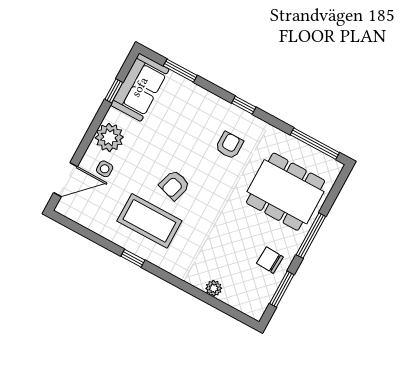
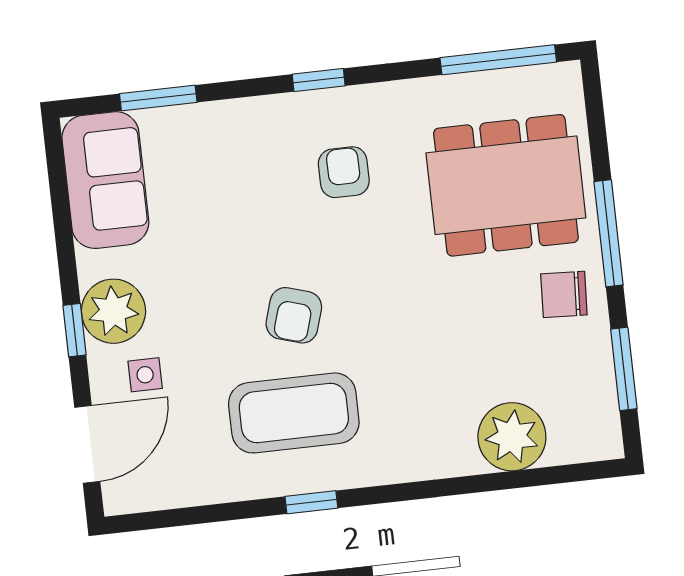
window: (114, 91) -> (74, 330), moved
chair: (270, 260) -> (564, 294), moved
plant: (214, 288) -> (512, 437), width x1.87, depth x1.87

